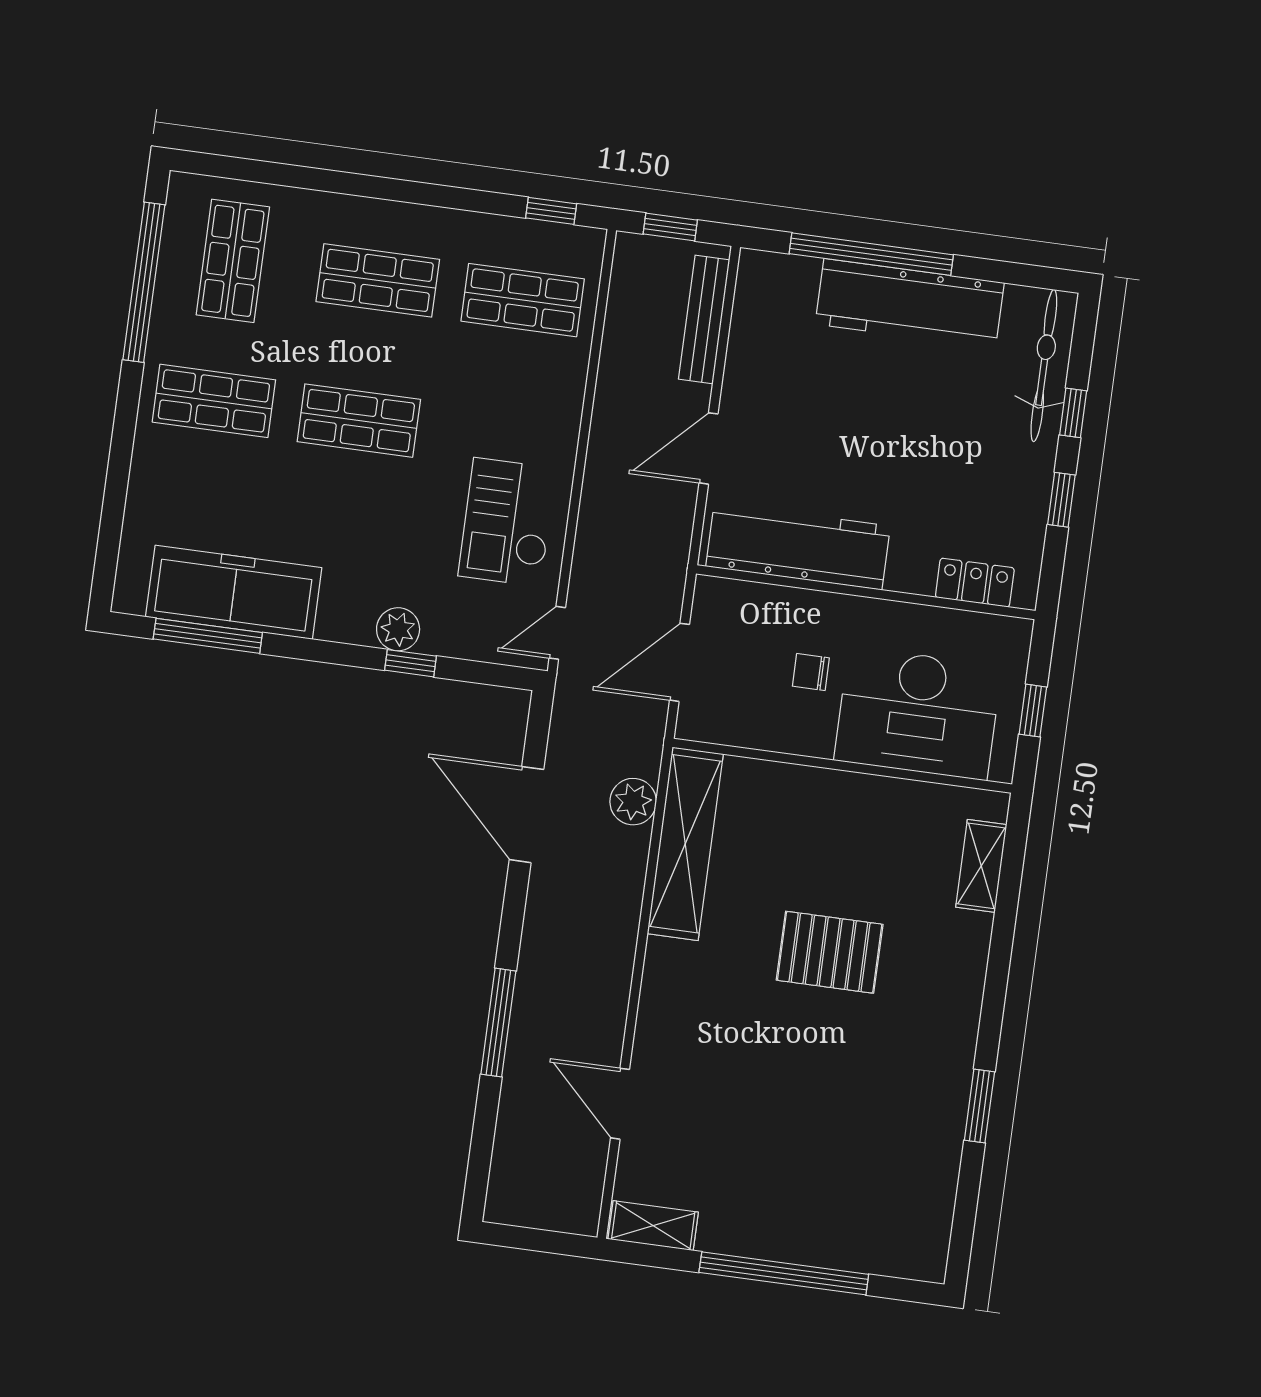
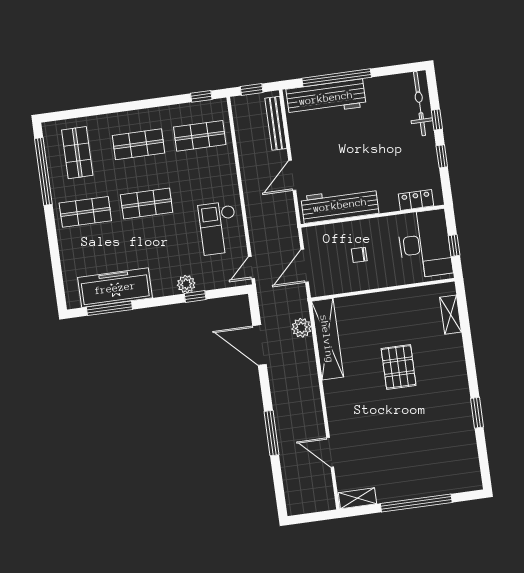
workbench: (910, 303) -> (326, 98), moved
desk: (918, 713) -> (425, 244), moved, turned -90
pallet: (830, 952) -> (399, 367), turned 90

